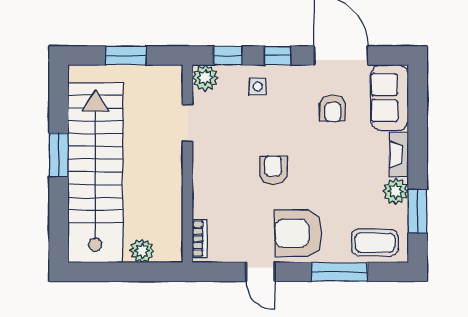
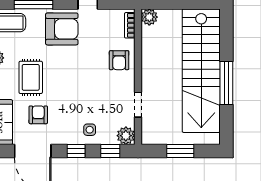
window: (59, 155) -> (226, 83), width x1.44
rug: (344, 163) -> (31, 77), added
armchair: (273, 170) -> (119, 60), moved
plant: (142, 251) -> (149, 17), moved

